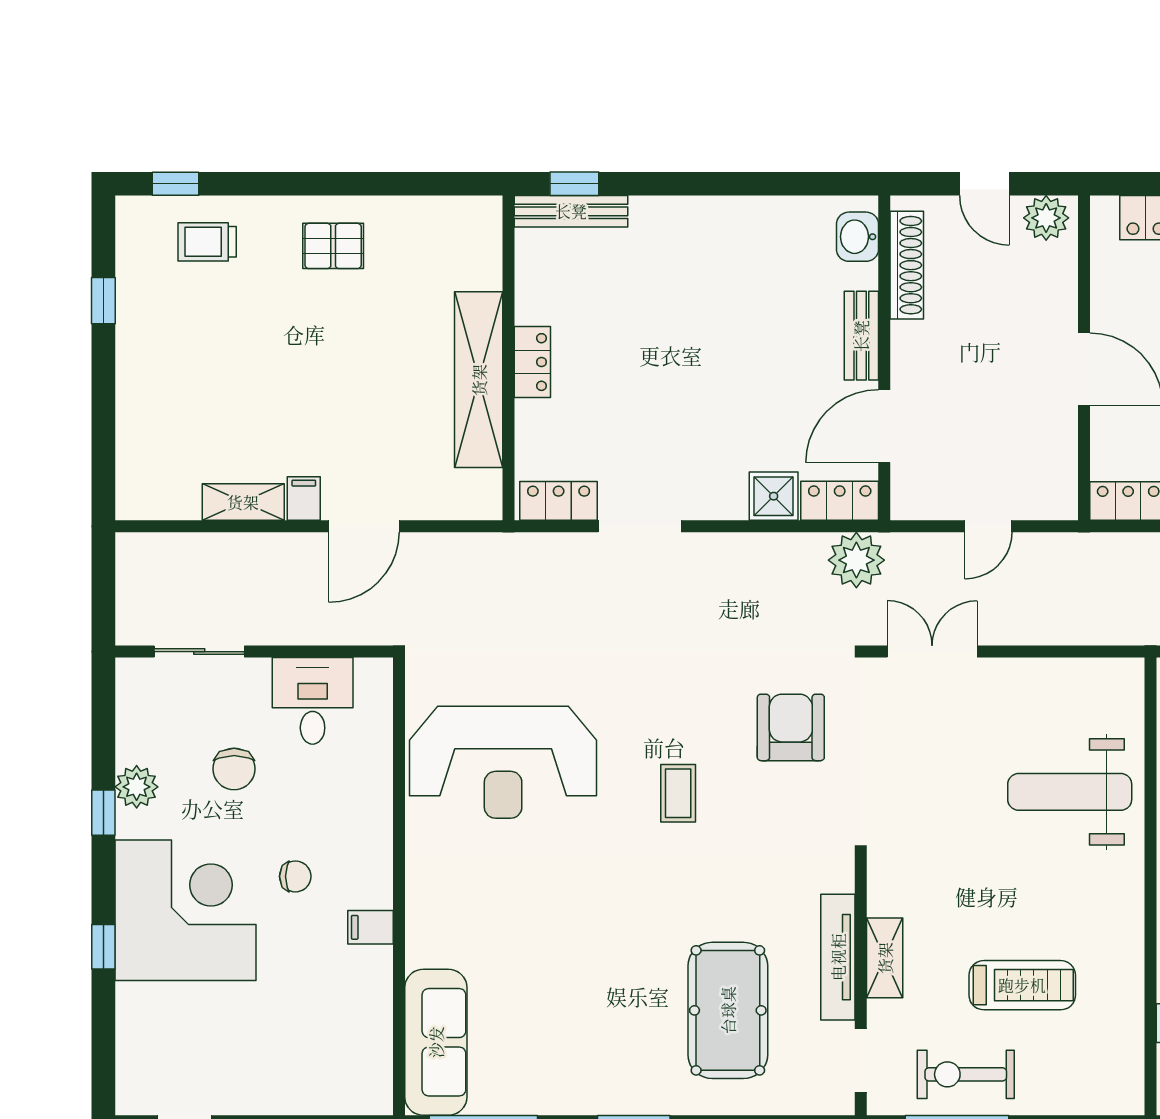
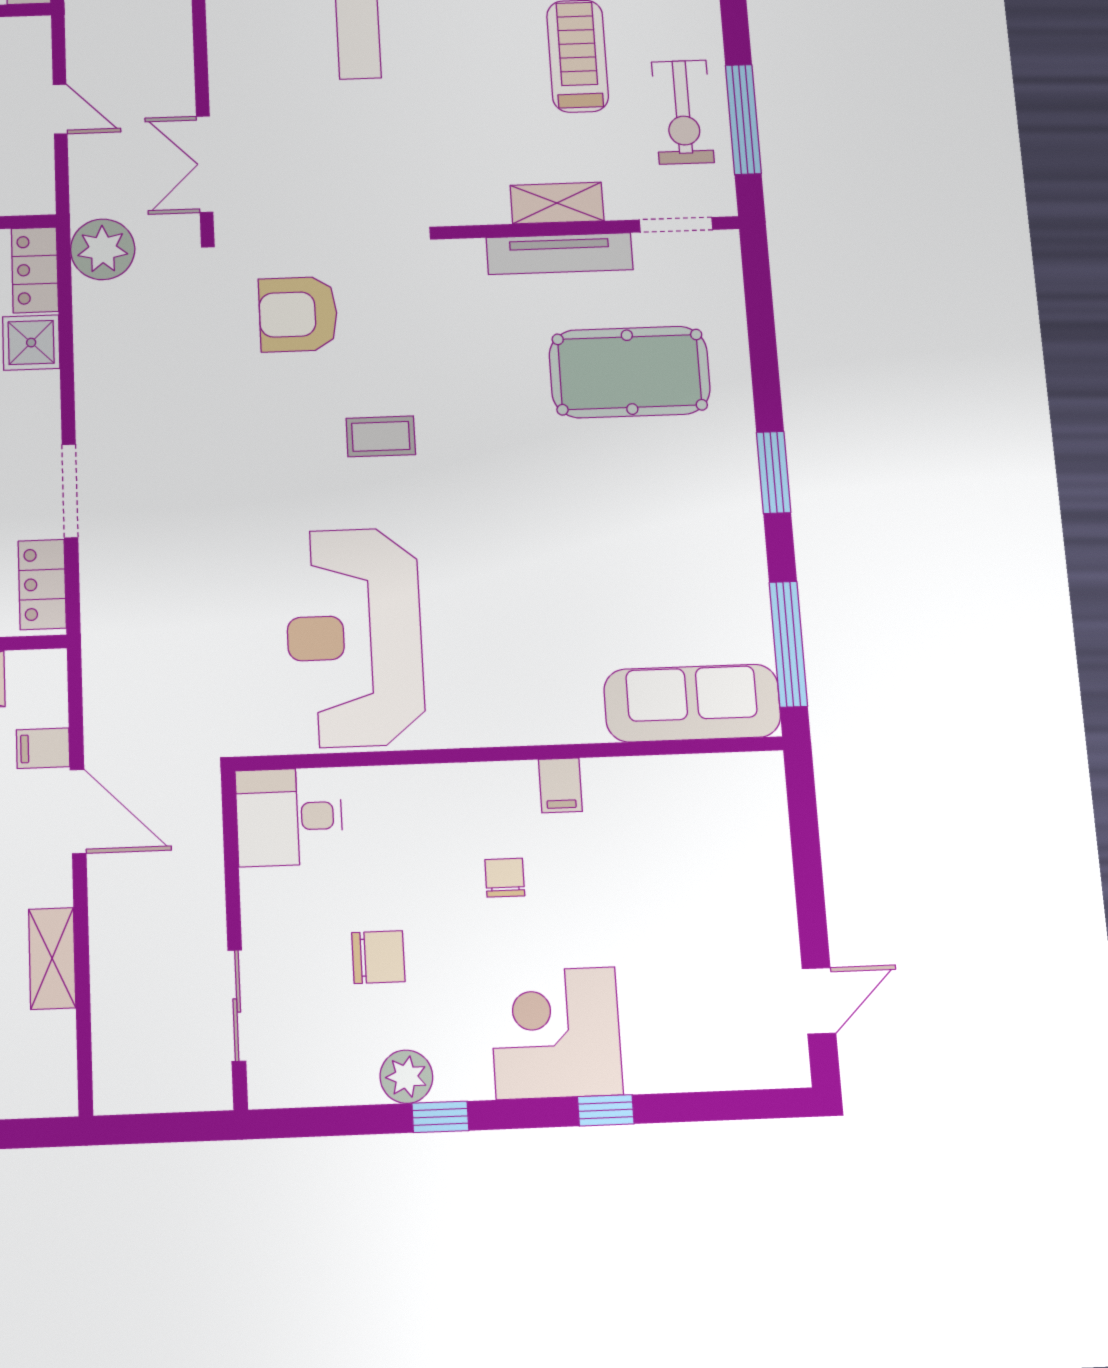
filing cabinet: (304, 498) -> (43, 748), moved
desk: (313, 701) -> (289, 817), moved
reception desk: (503, 762) -> (354, 637), turned 180
corner desk: (186, 910) -> (556, 1033), width x0.74, depth x0.74

